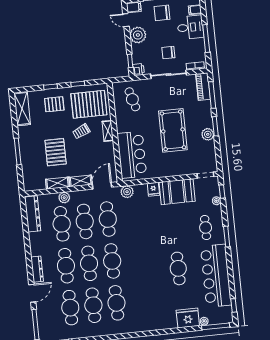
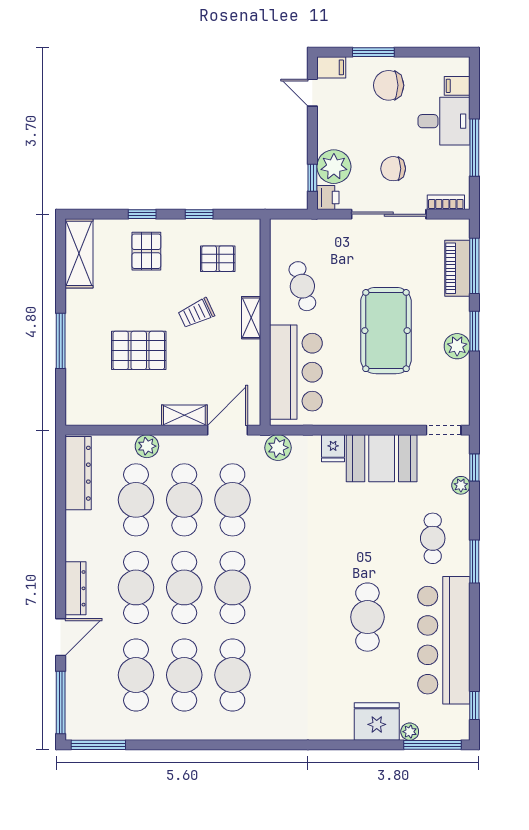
plant: (138, 35) -> (334, 167), moved
piano: (203, 87) -> (457, 268), moved
cafe table: (132, 99) -> (302, 286), moved
pallet: (54, 104) -> (146, 251), turned 90
pallet: (89, 104) -> (218, 259), width x0.49, depth x0.50
pallet: (56, 152) -> (139, 350), turned 90
shelving: (57, 183) -> (136, 415), removed

